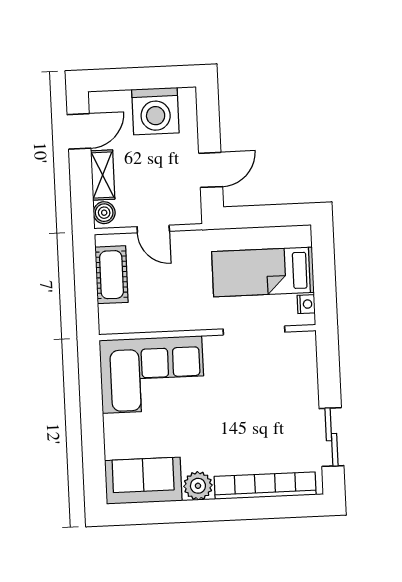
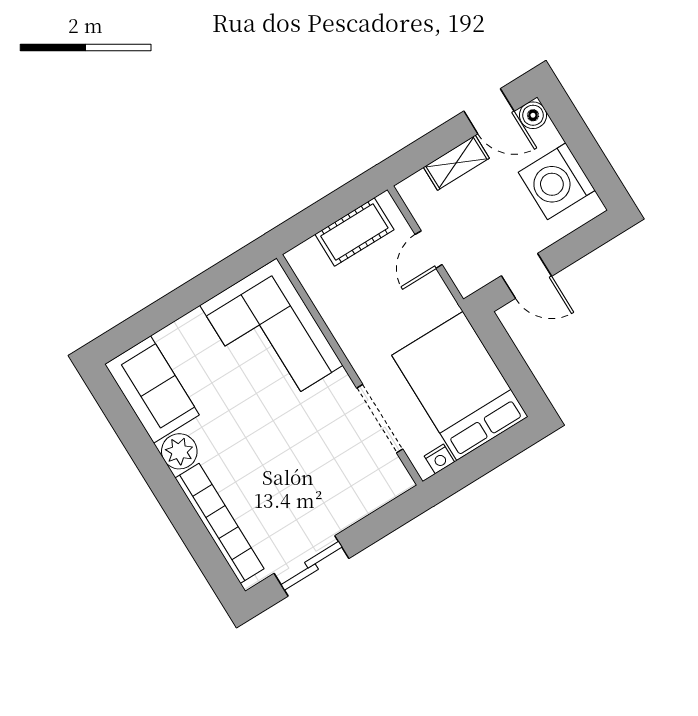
boiler: (104, 213) -> (533, 115), moved
bed: (263, 272) -> (460, 386), width x1.50

